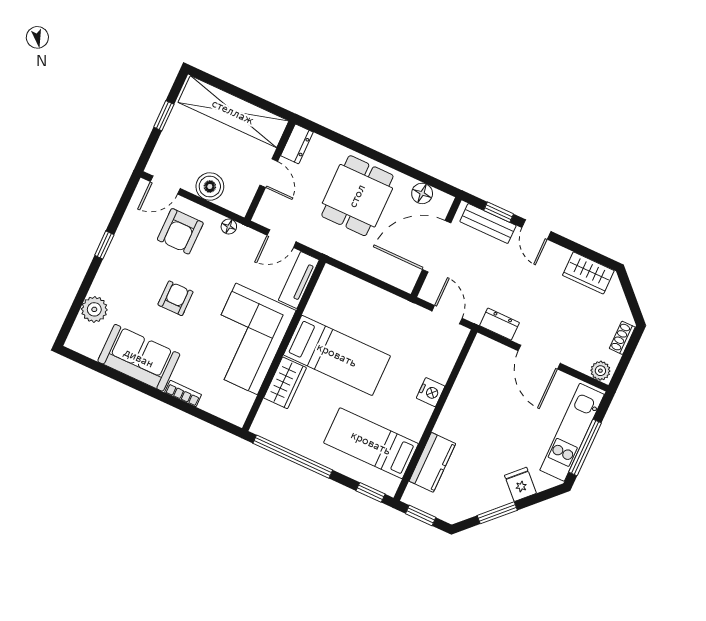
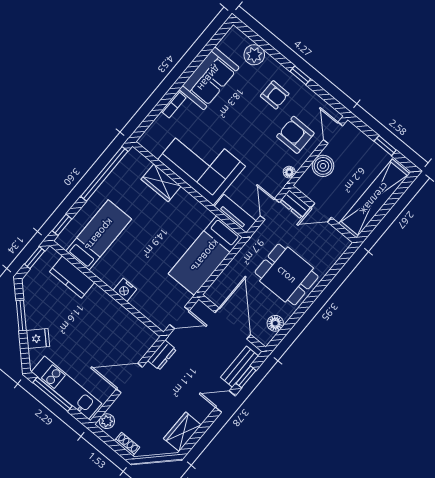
dresser: (297, 144) -> (295, 204), moved
armchair: (175, 298) -> (275, 95), moved
bed: (337, 355) -> (205, 256), moved

